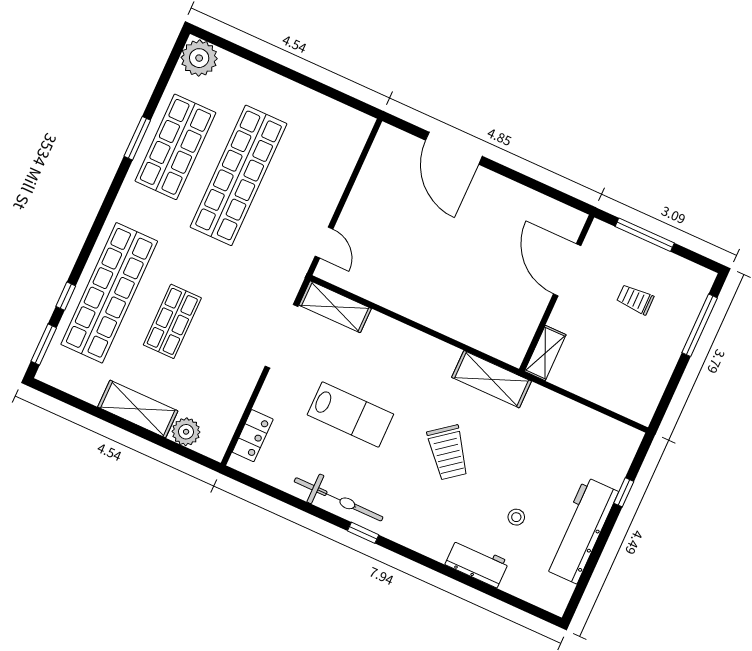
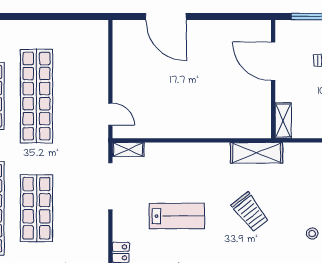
shelving: (335, 307) -> (128, 150), width x0.67, depth x0.75
shop shelf: (172, 321) -> (36, 208), width x1.43, depth x1.36

